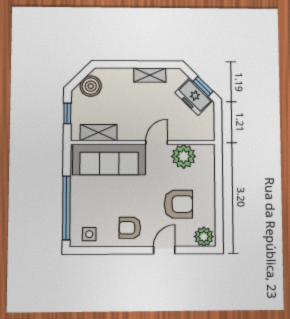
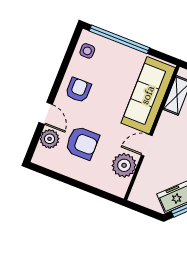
door: (157, 143) -> (147, 145), swing flipped
armchair: (178, 204) -> (82, 143), turned -90
plant: (204, 237) -> (50, 139), moved

